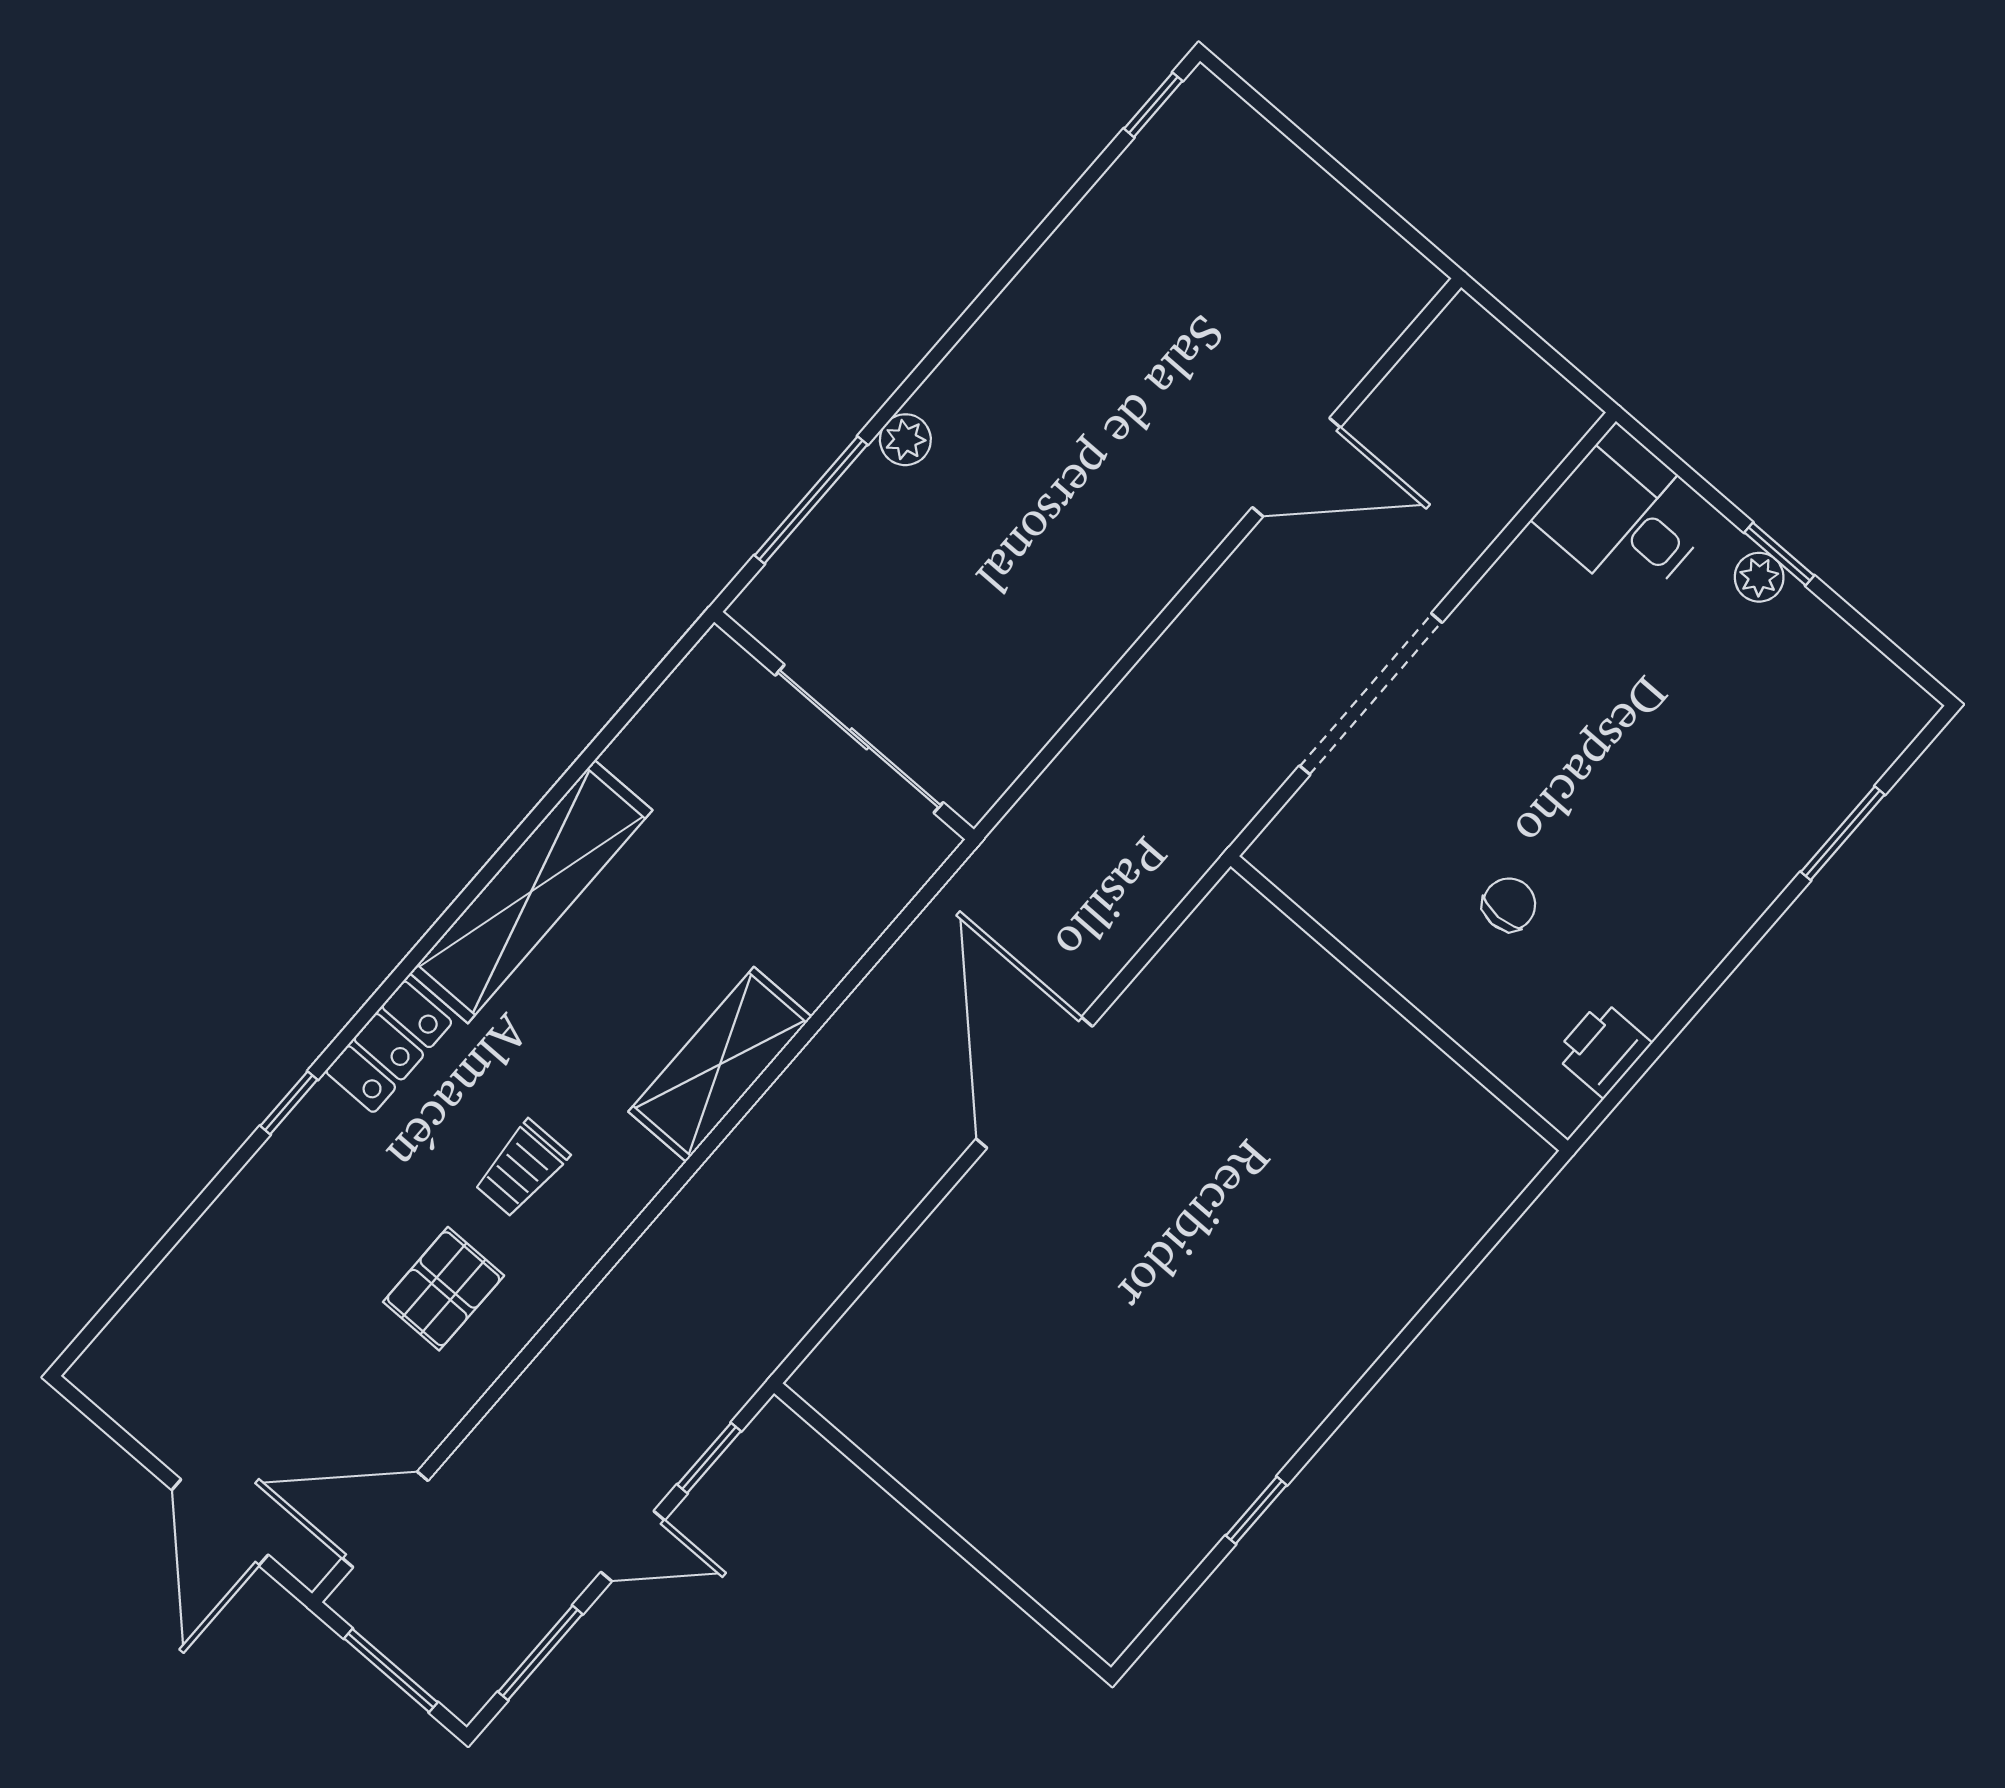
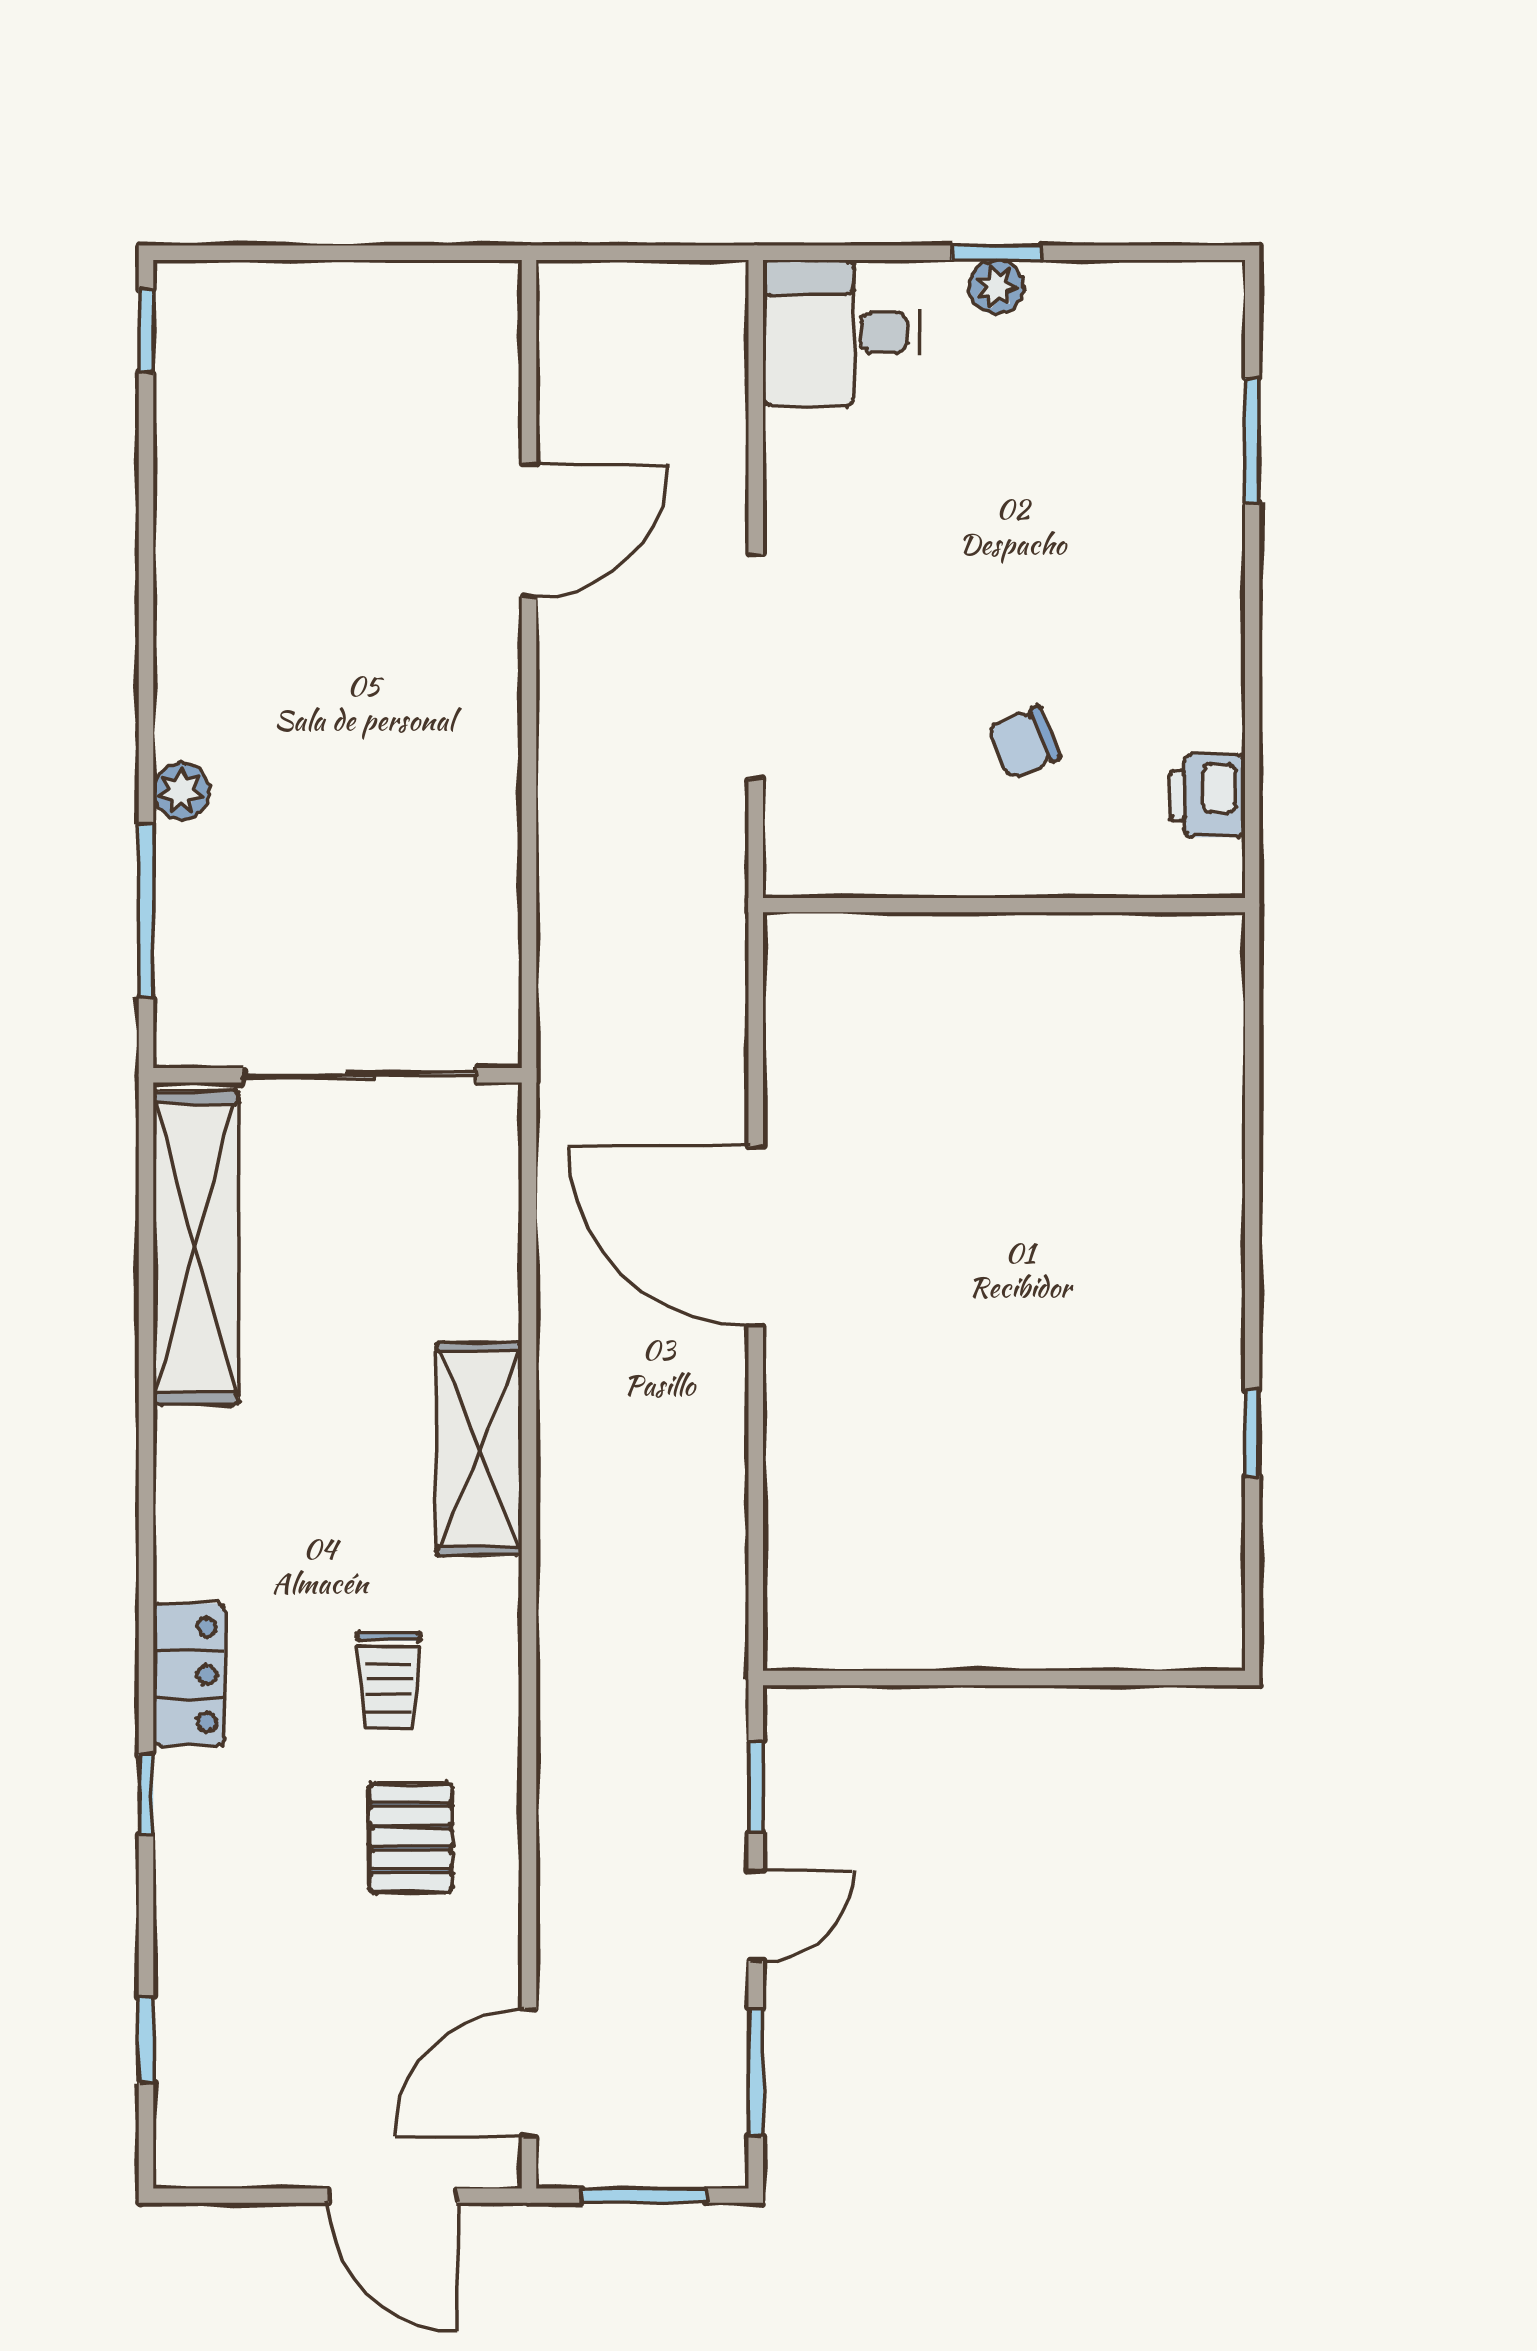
shelving: (531, 892) -> (196, 1248), moved
chair: (1509, 904) -> (1024, 742), turned -112
window: (144, 1270) -> (146, 2039), added

